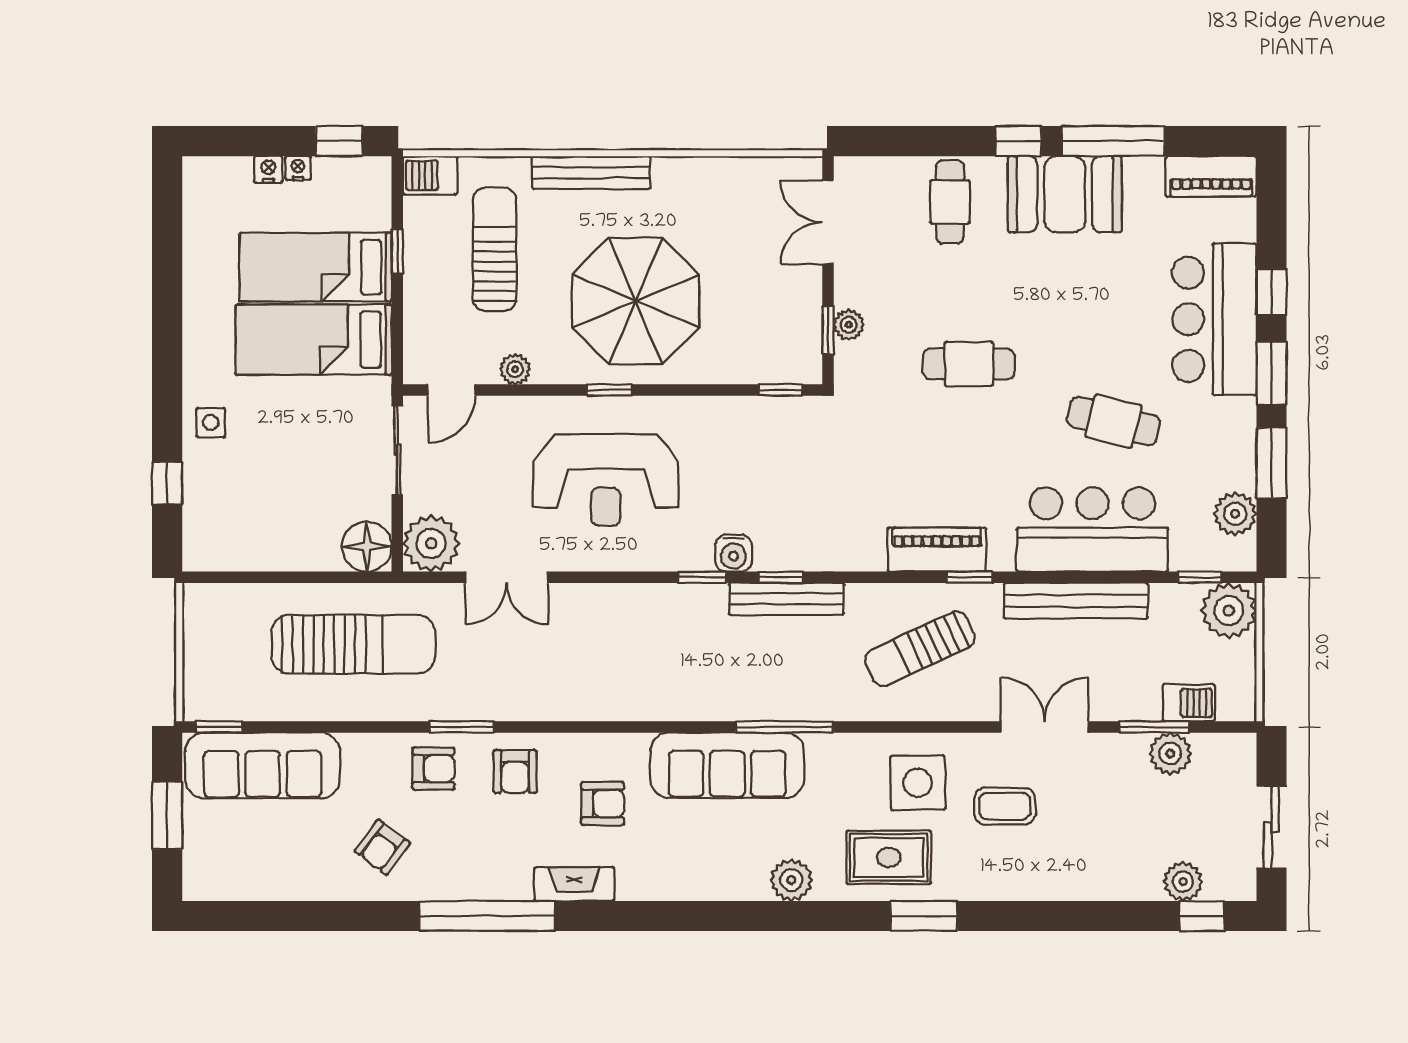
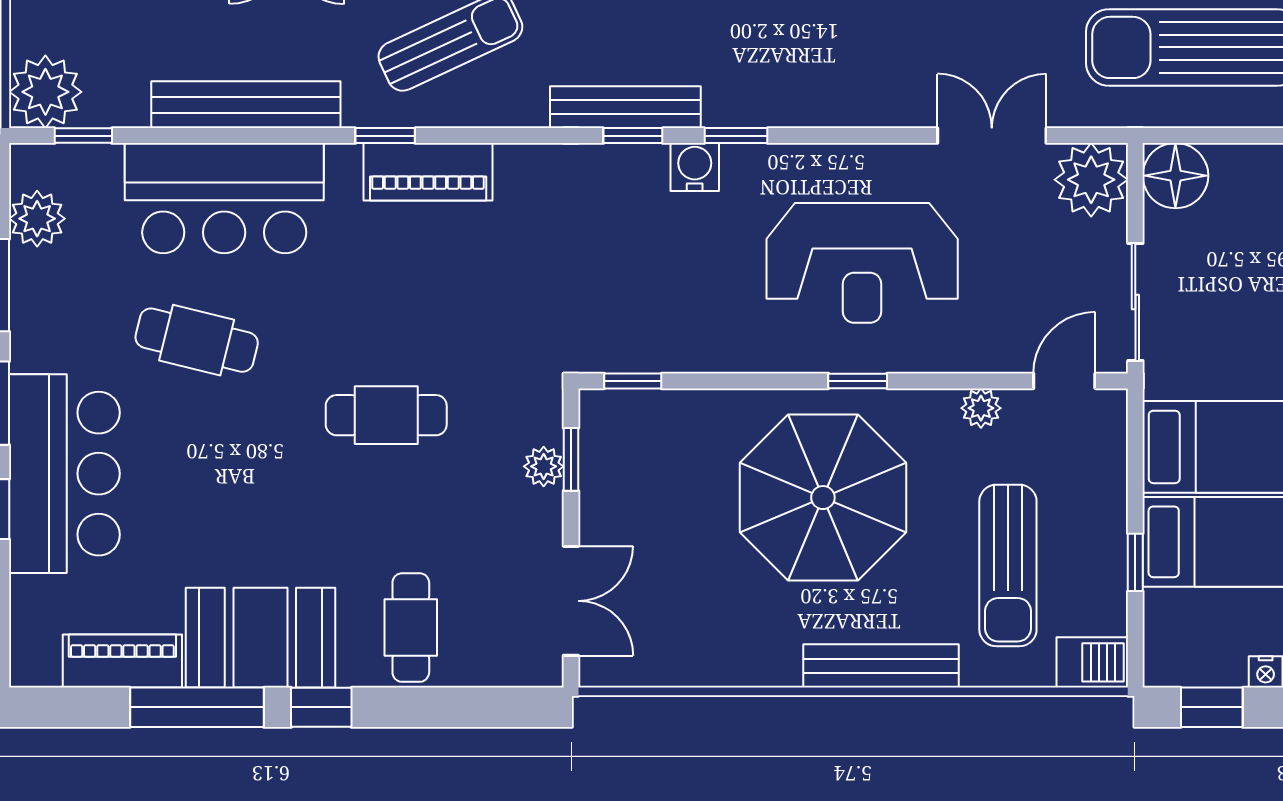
piano: (1211, 176) -> (122, 661), moved
reception desk: (606, 480) -> (862, 263), turned 180

